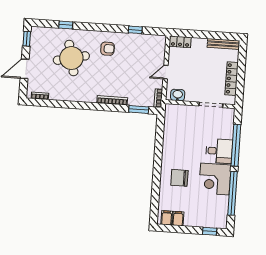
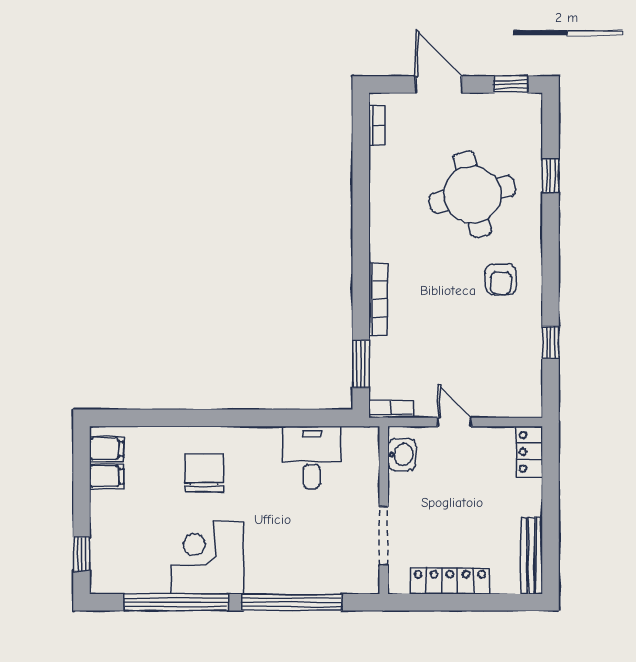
desk: (219, 151) -> (312, 457), moved, turned 180

